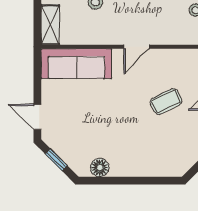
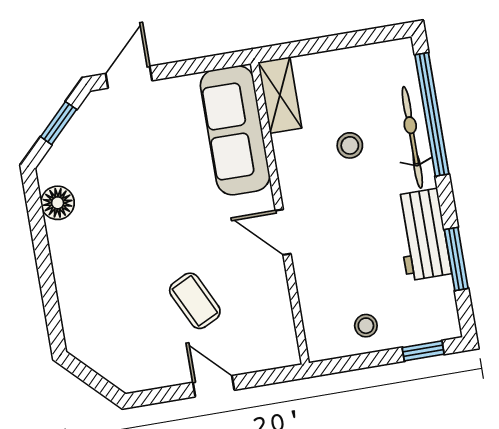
shelving: (50, 25) -> (280, 95), moved, turned 90

